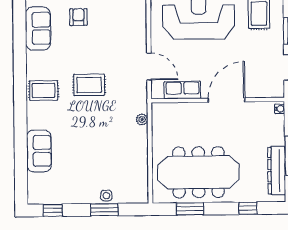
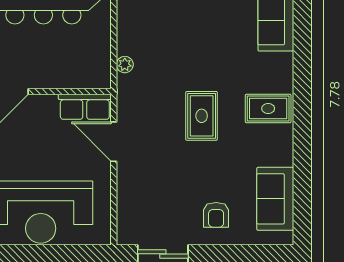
rug: (89, 85) -> (202, 116), turned 90
row of seats: (183, 90) -> (85, 107), moved

